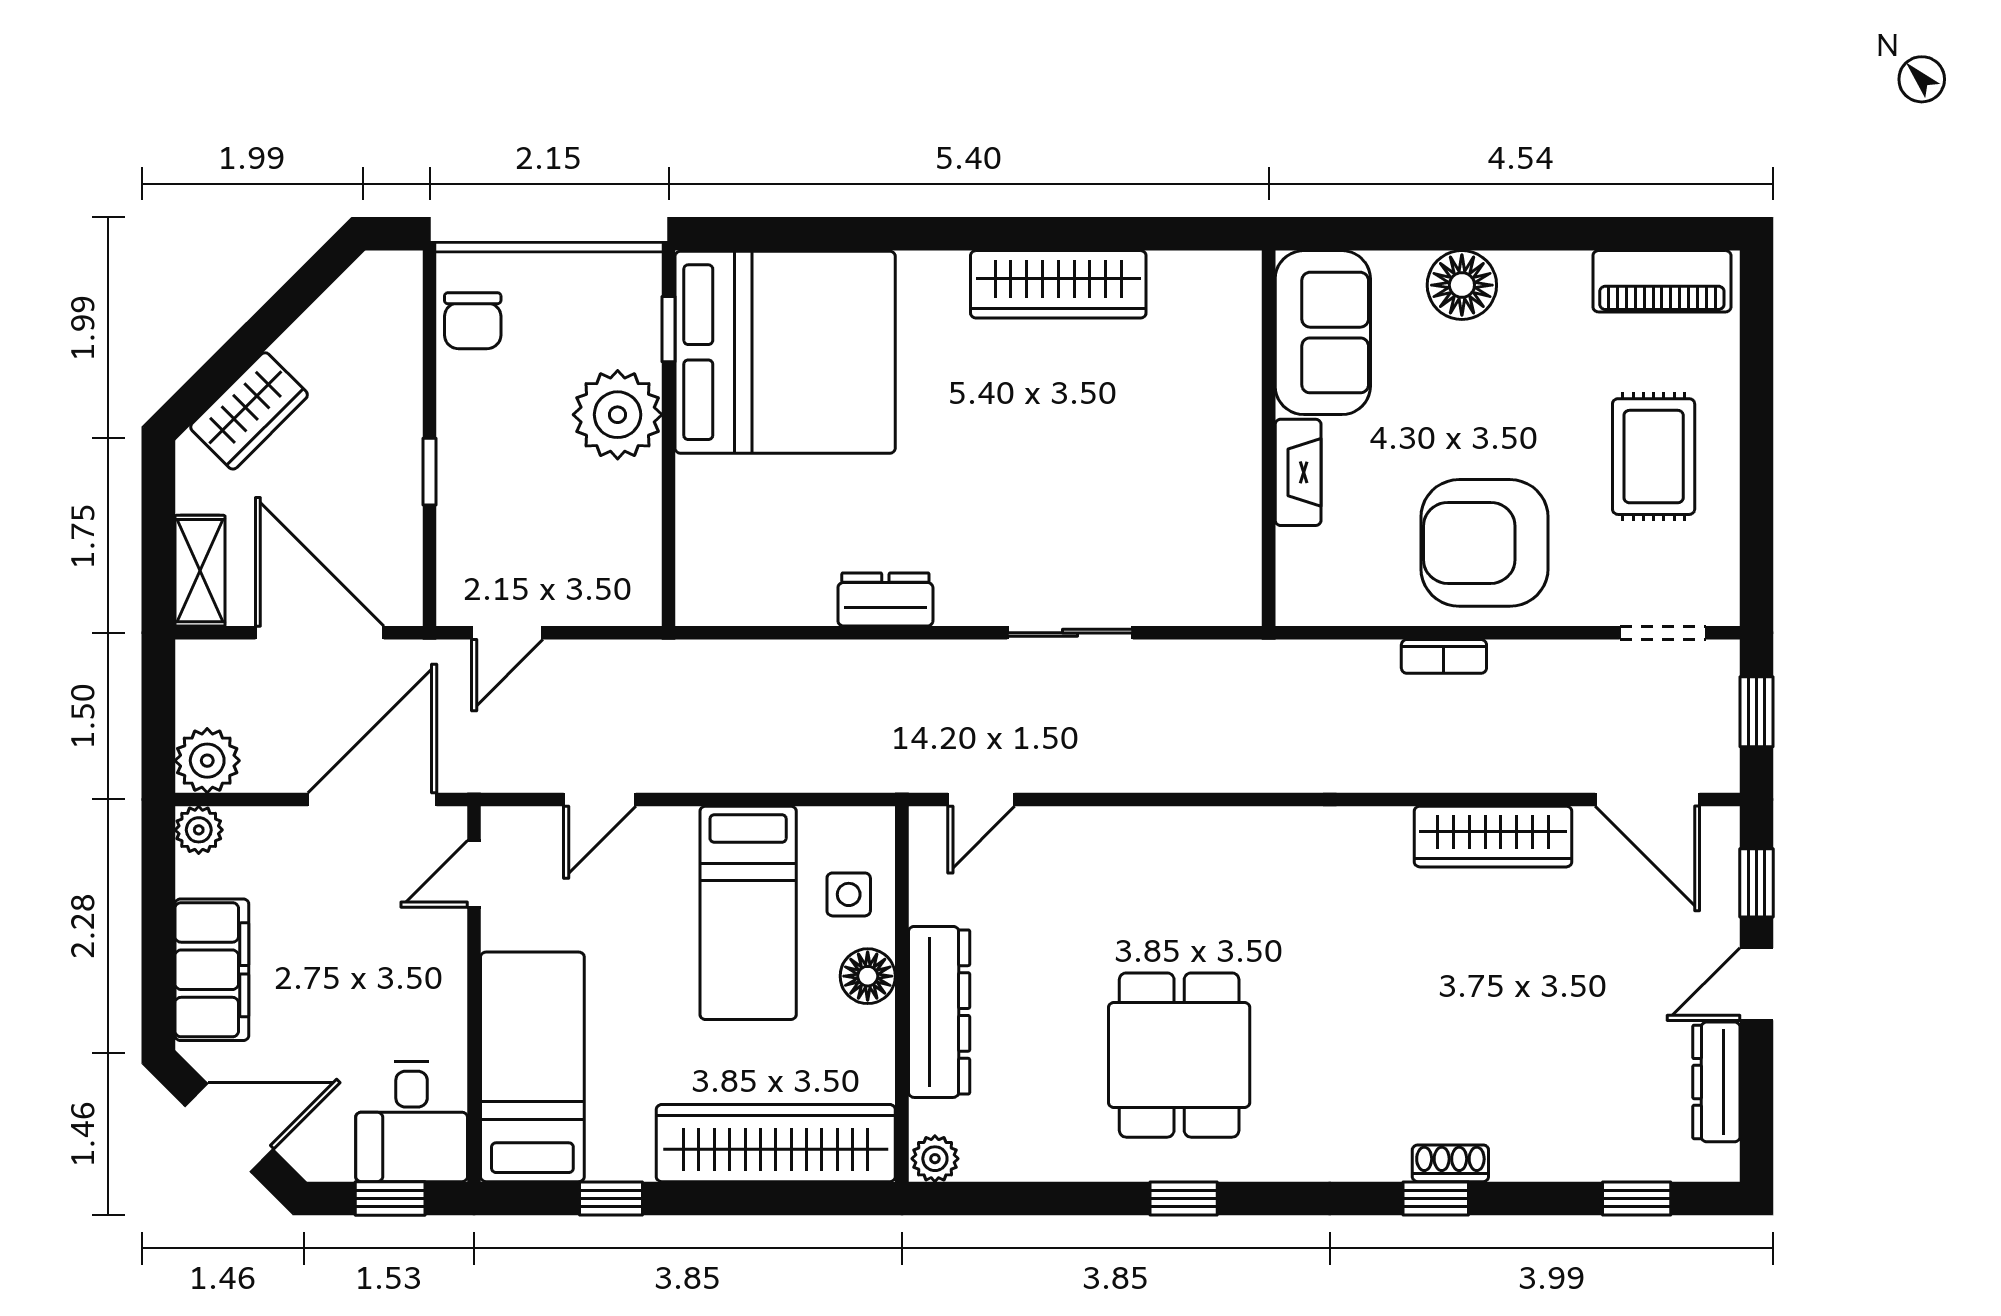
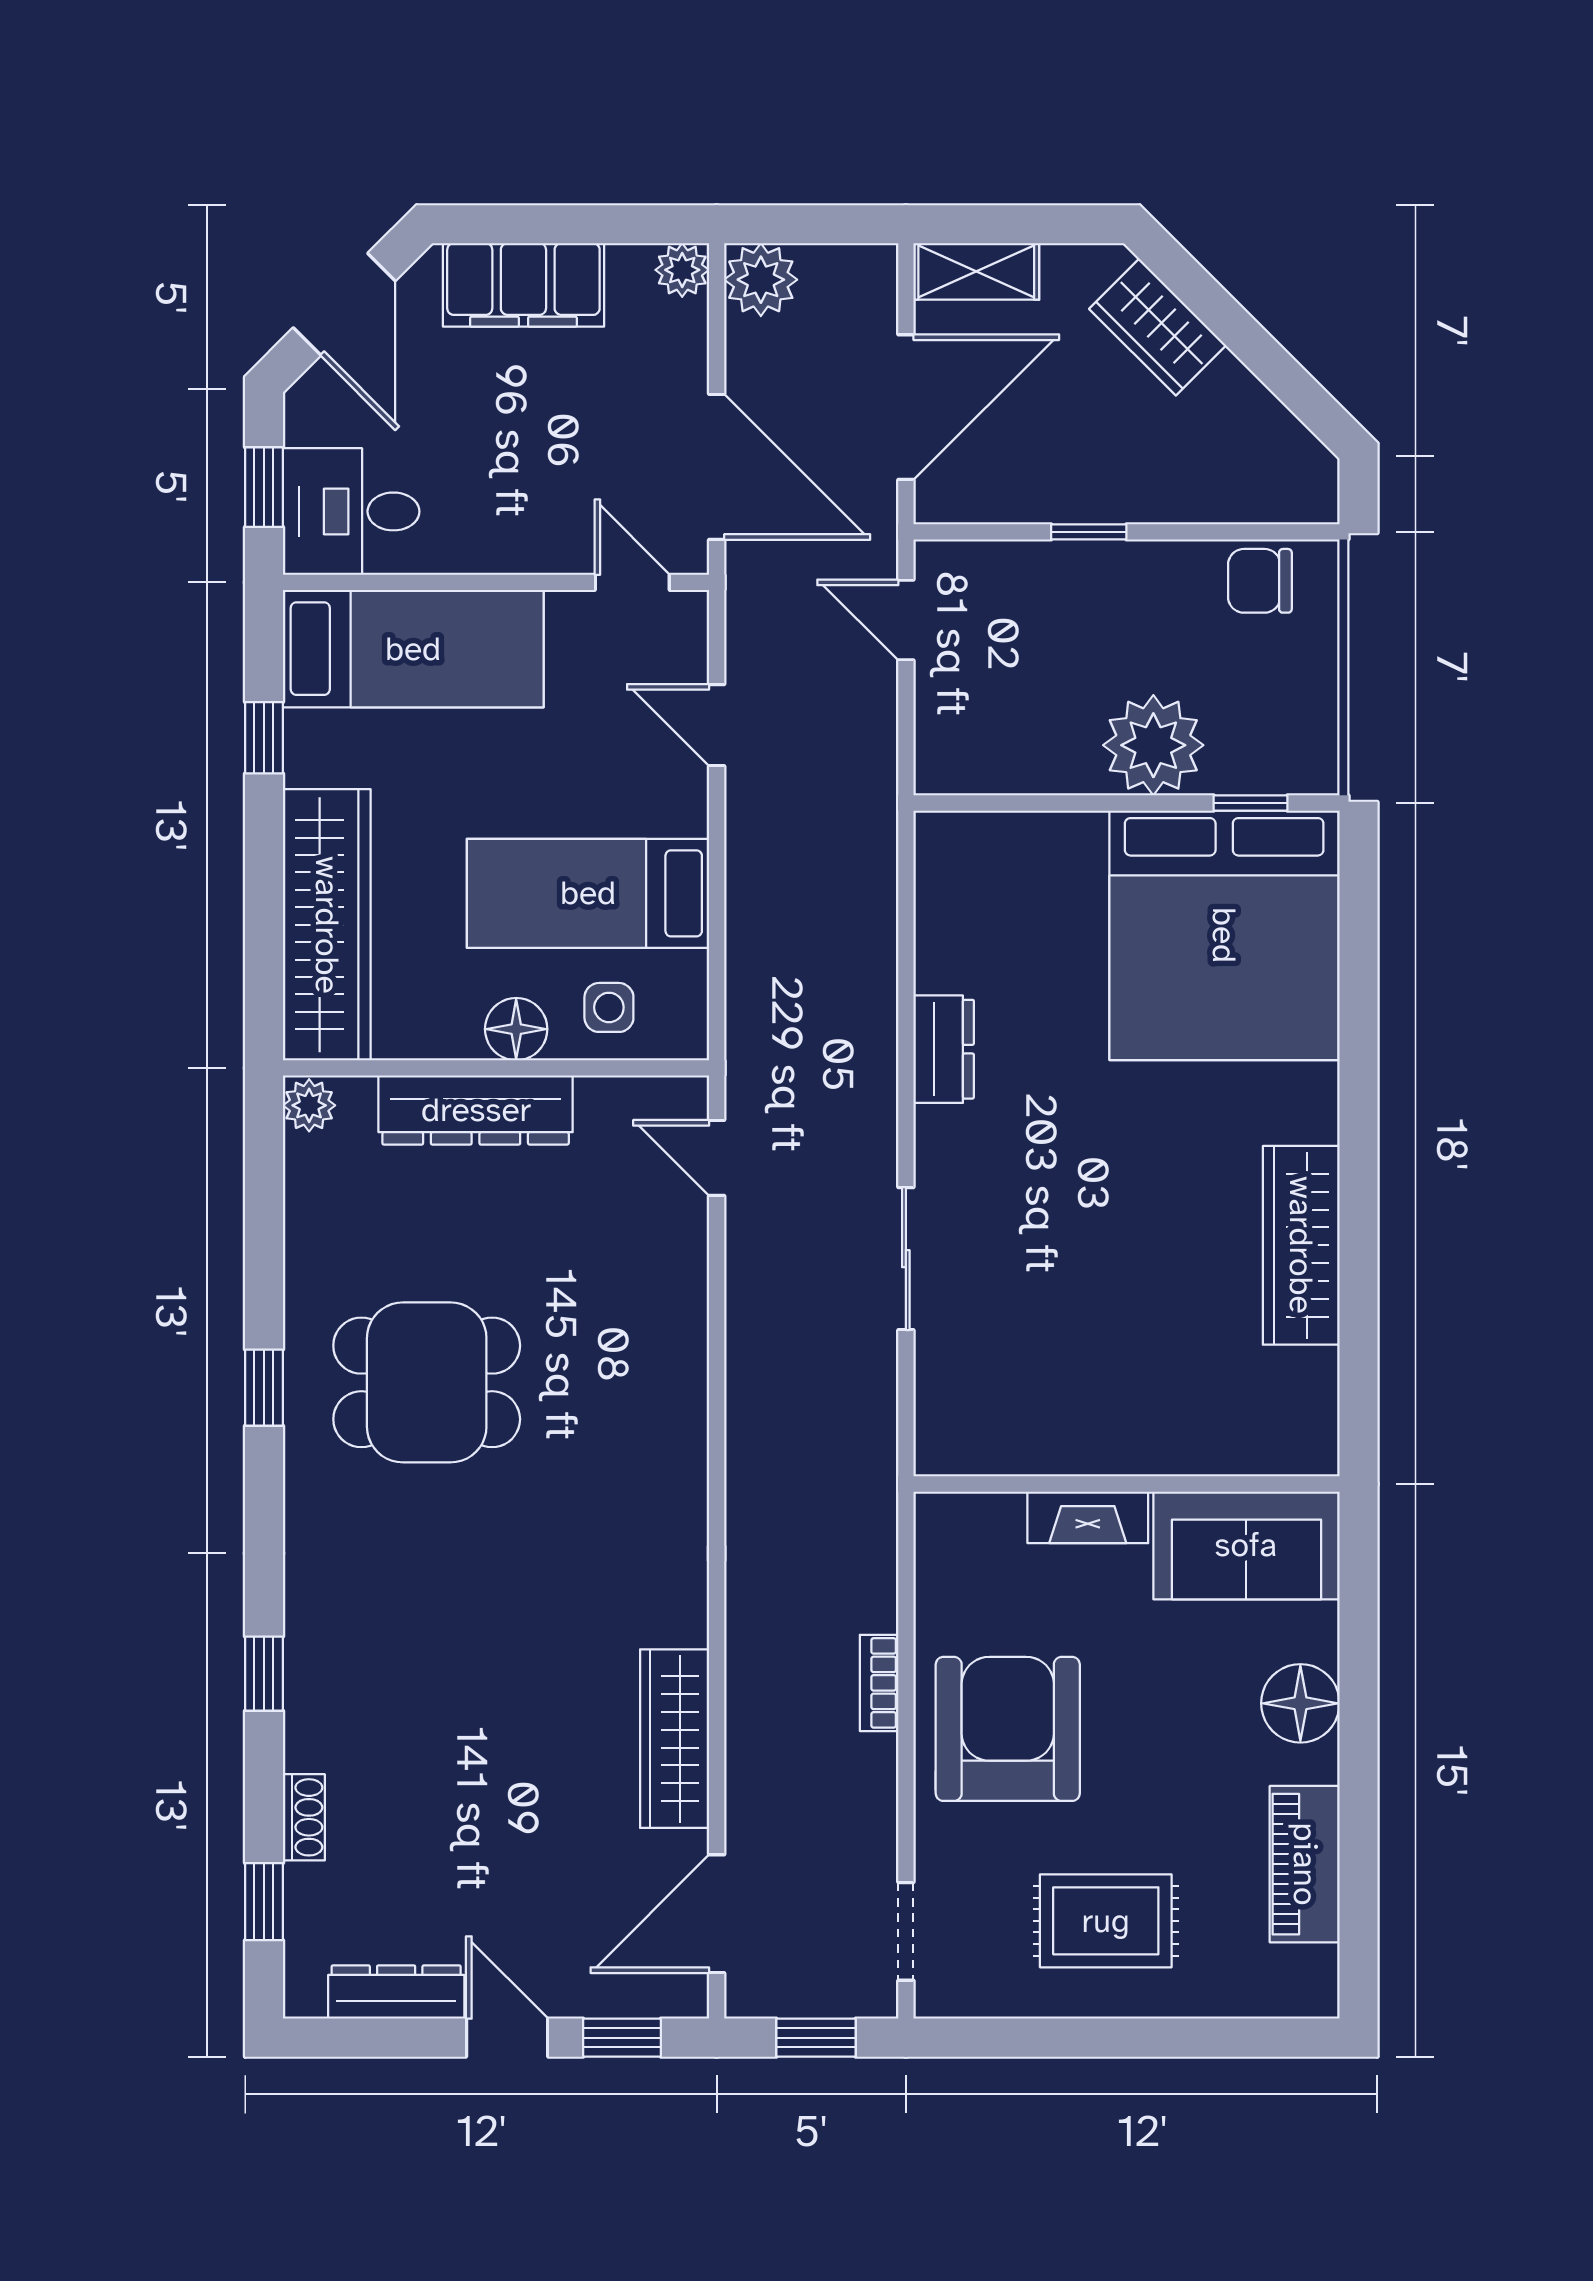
piano: (1662, 281) -> (1305, 1864), moved
shoe rack: (1450, 1163) -> (304, 1817), moved

